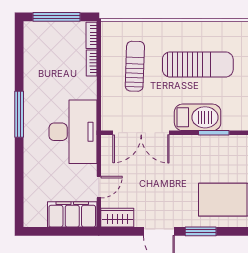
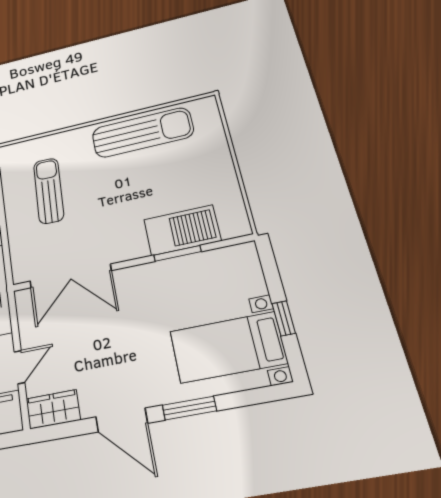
sun lounger: (198, 64) -> (142, 133), moved
barbecue: (198, 117) -> (182, 230), moved

